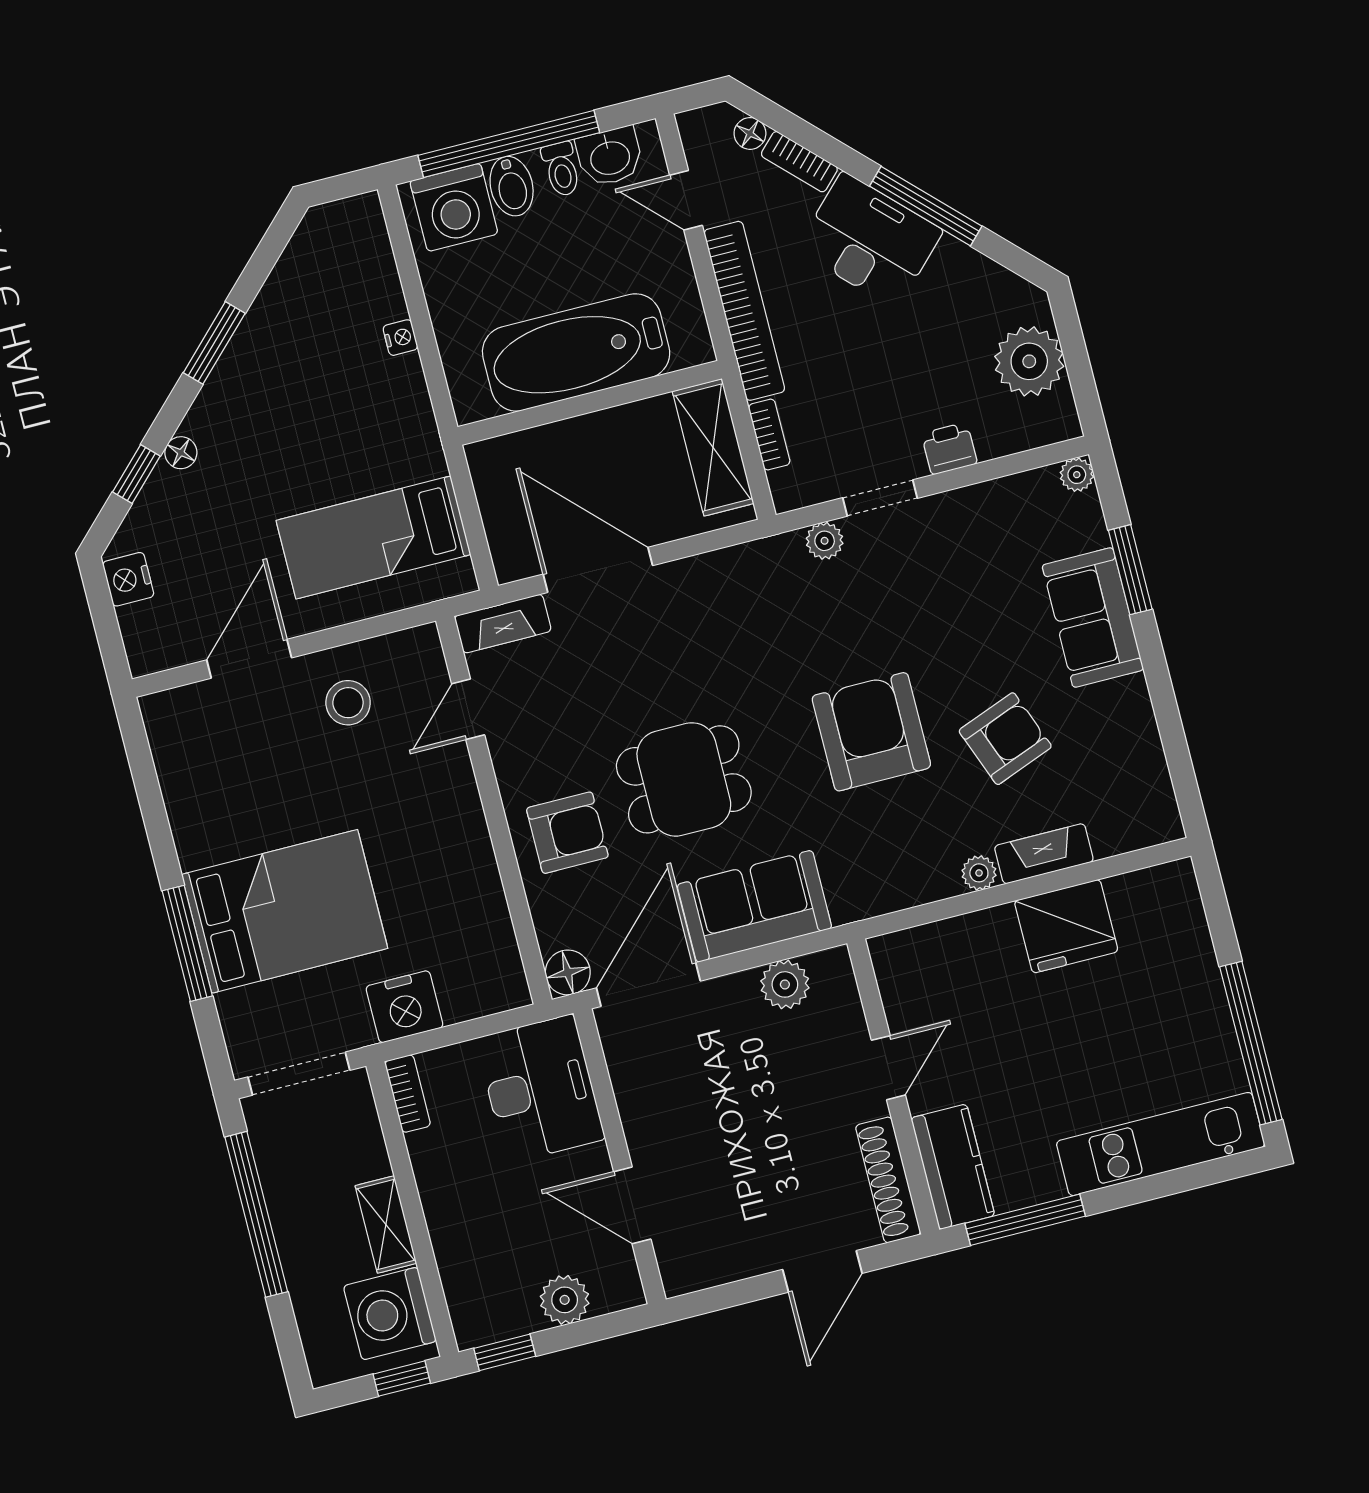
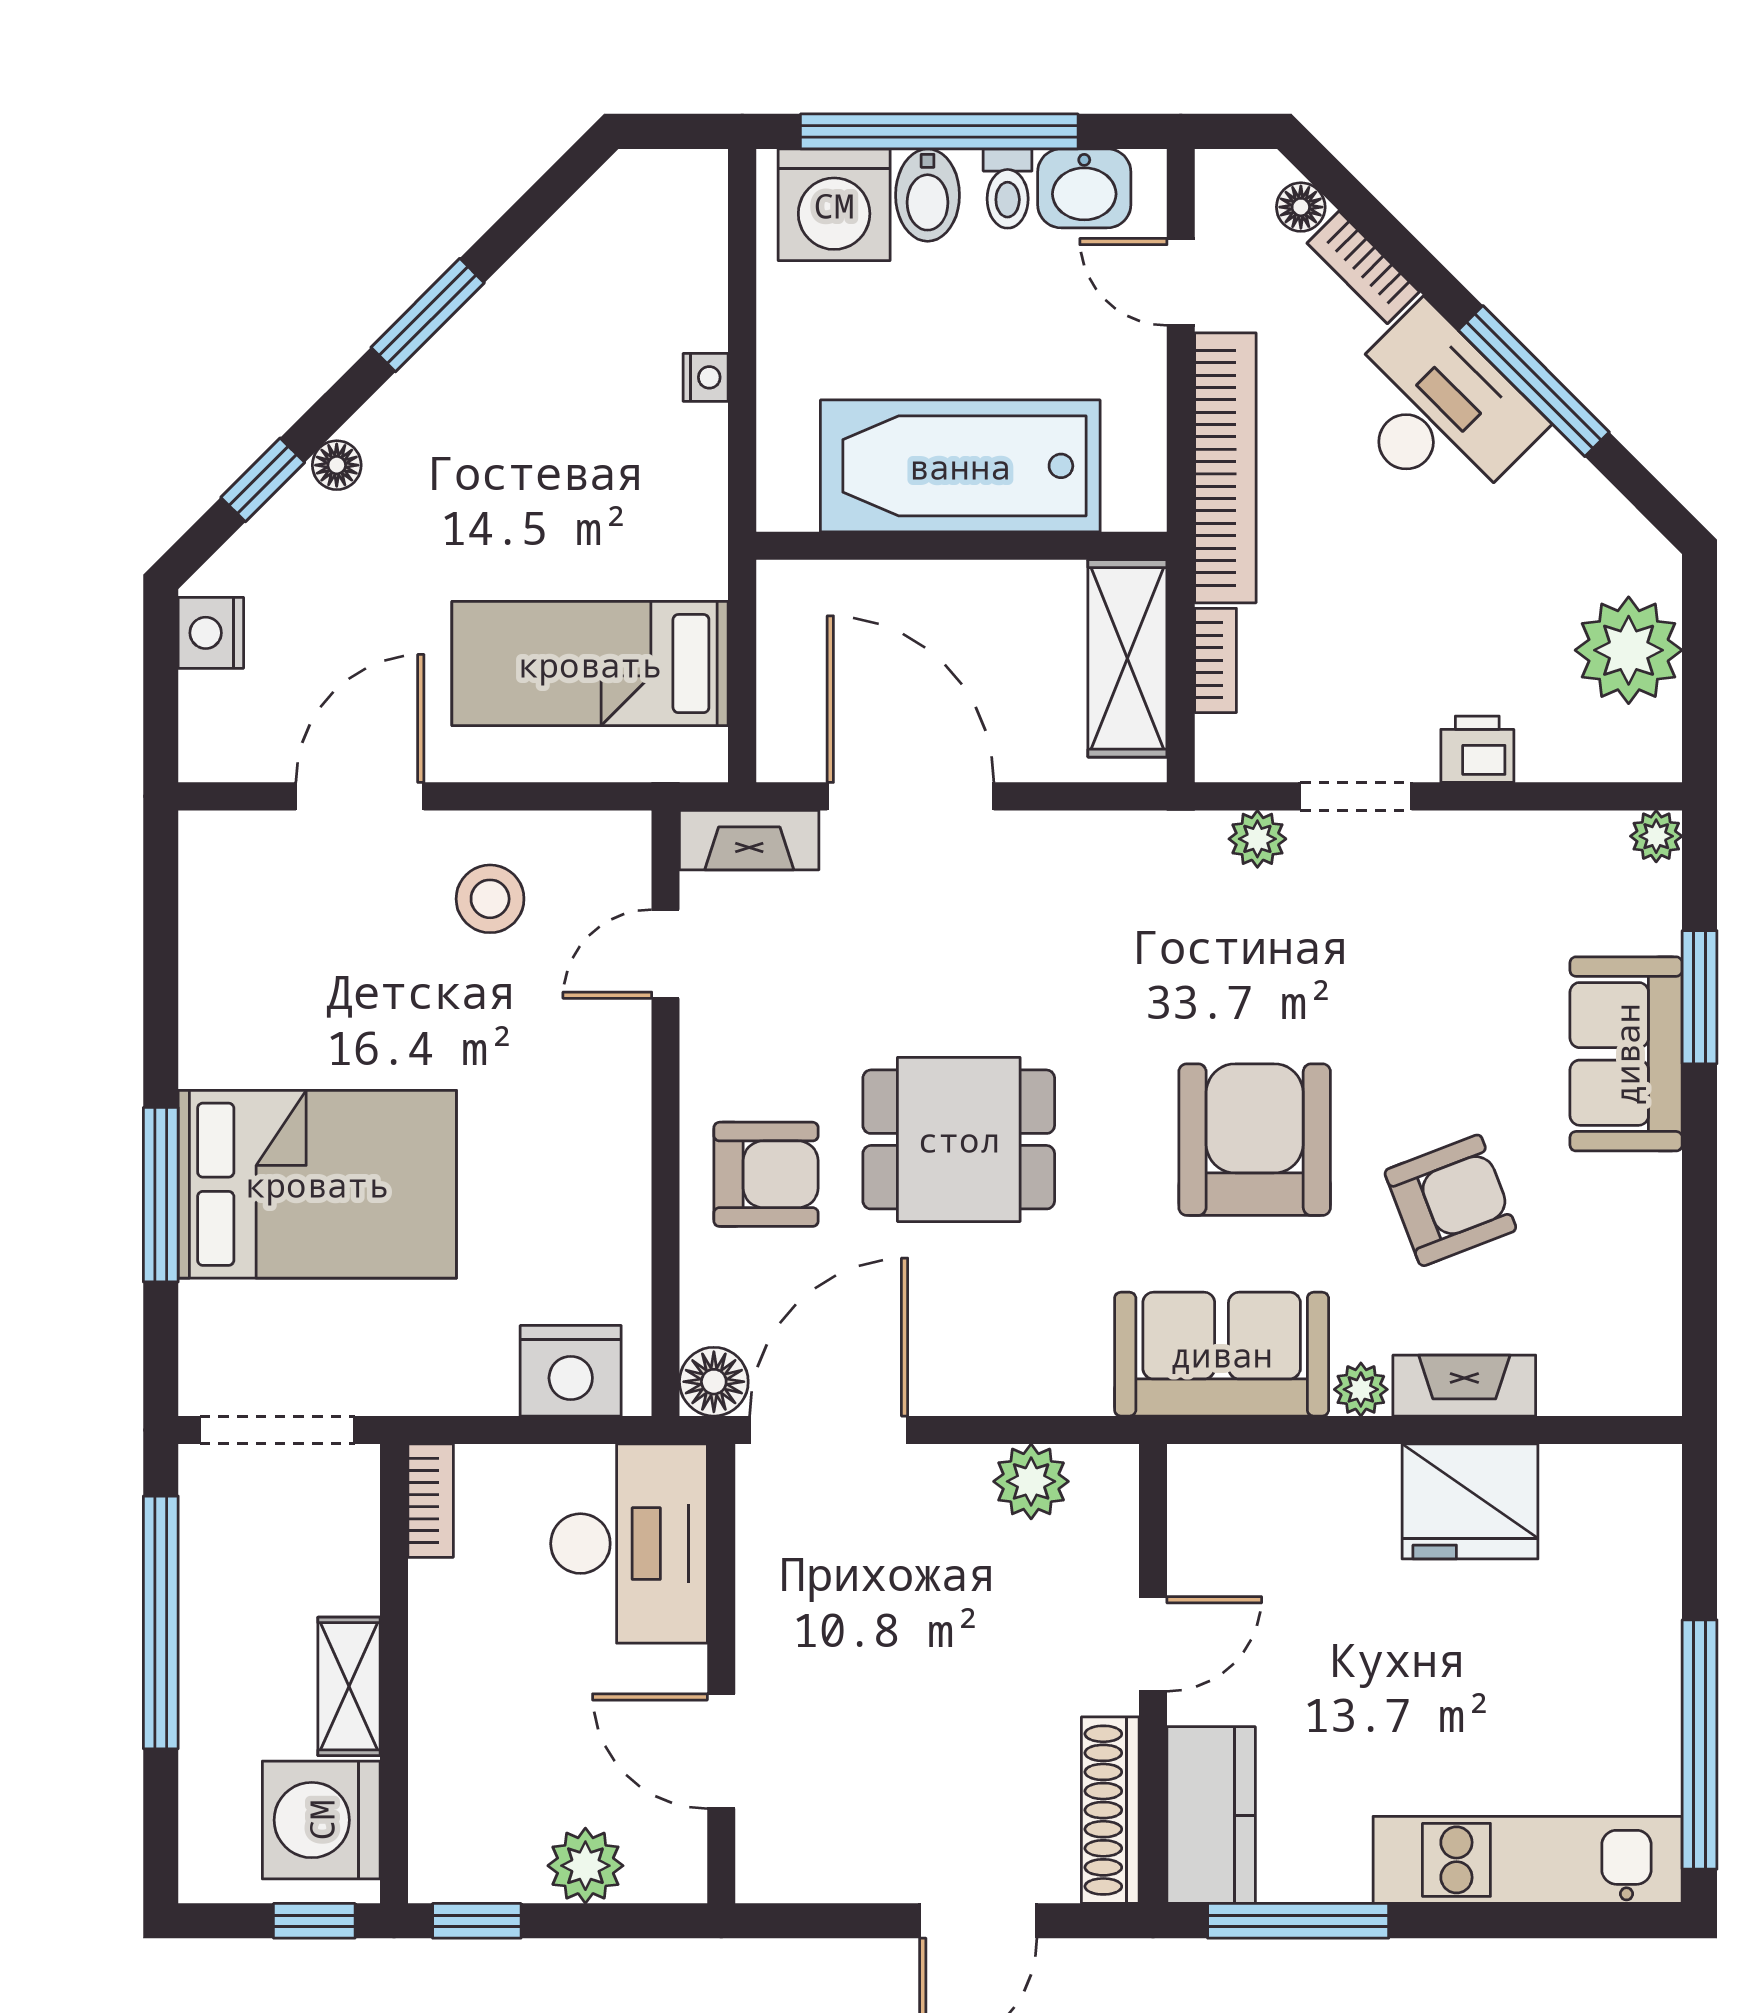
sofa: (754, 906) -> (1222, 1354), moved
nightstand: (404, 1007) -> (571, 1371), moved

